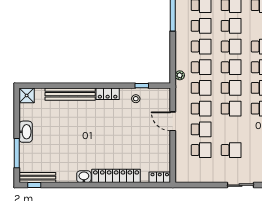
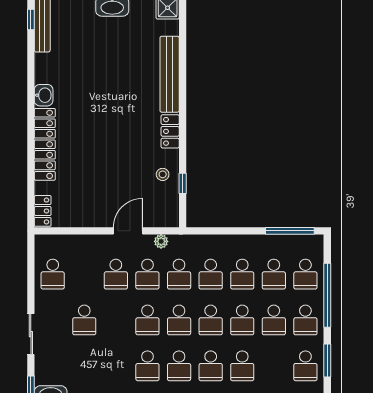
plant: (180, 75) -> (161, 241), moved
school desk: (201, 150) -> (53, 274), moved

